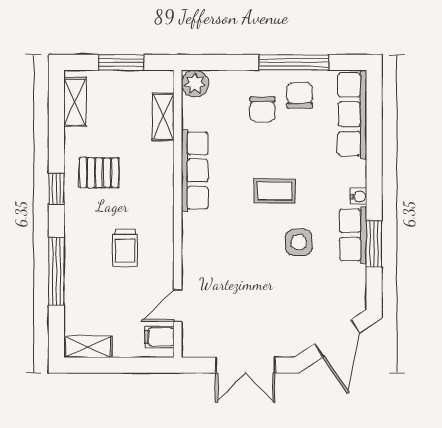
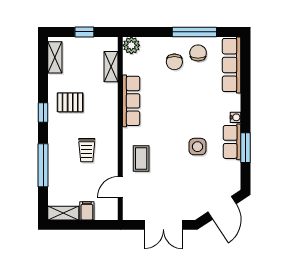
window: (121, 62) -> (84, 32), width x0.67
coffee table: (275, 191) -> (141, 158), moved, turned 90
filing cabinet: (159, 337) -> (87, 211), moved, turned 90

